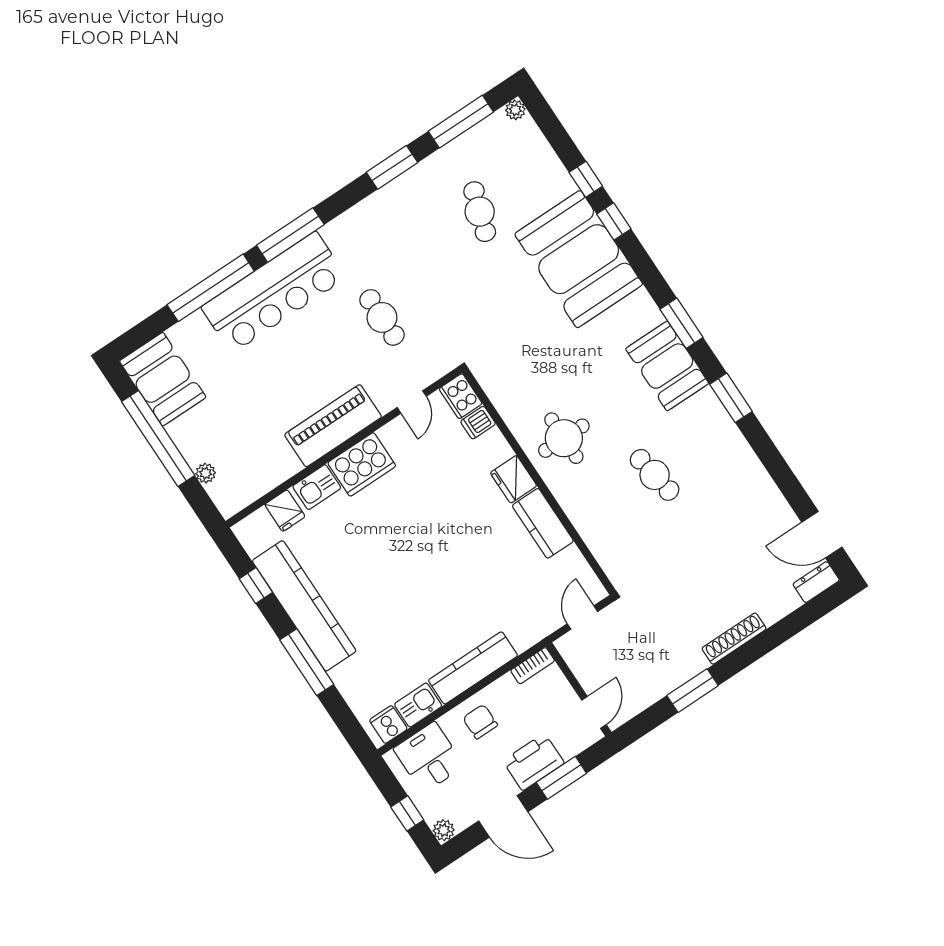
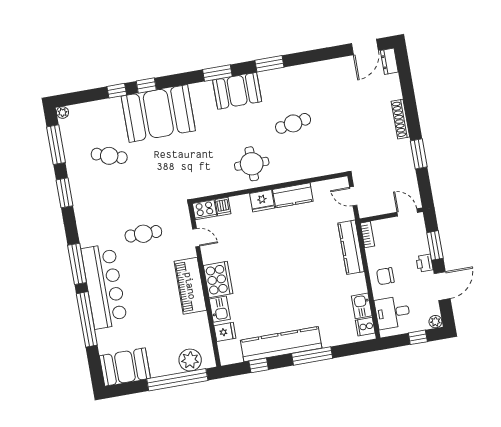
window: (158, 438) -> (177, 380), moved
plant: (206, 473) -> (190, 360), width x1.88, depth x1.88
kitchen counter: (473, 668) -> (351, 247), moved
printer: (533, 762) -> (424, 263), width x0.53, depth x0.68

